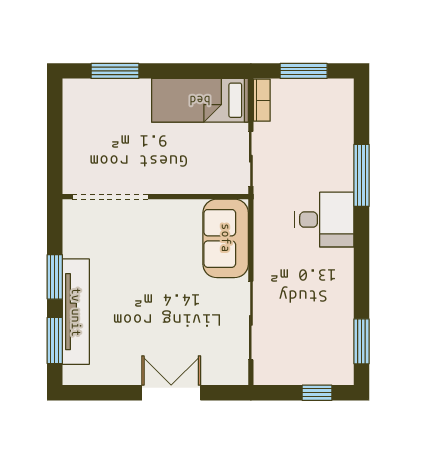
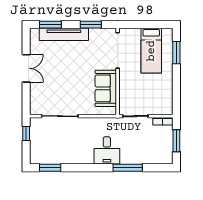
bed: (200, 100) -> (151, 51), moved, turned 180
sofa: (226, 238) -> (106, 88), moved, turned -90
window: (55, 277) -> (91, 25), moved
double door: (171, 393) -> (26, 68), moved
window: (317, 393) -> (26, 134), moved

